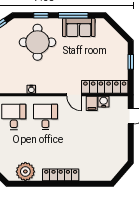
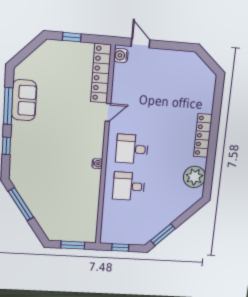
round table: (37, 42) -> (40, 152), removed
water cooler: (104, 102) -> (121, 55), moved
filing cabinet: (92, 103) -> (120, 91), removed

